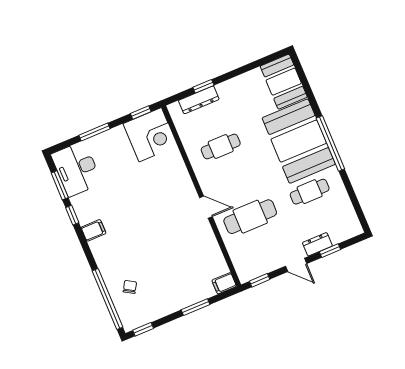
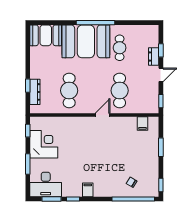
corner desk: (150, 135) -> (44, 144), moved
cafe table: (221, 147) -> (69, 91), width x1.37, depth x1.35
filing cabinet: (224, 283) -> (142, 124), moved

